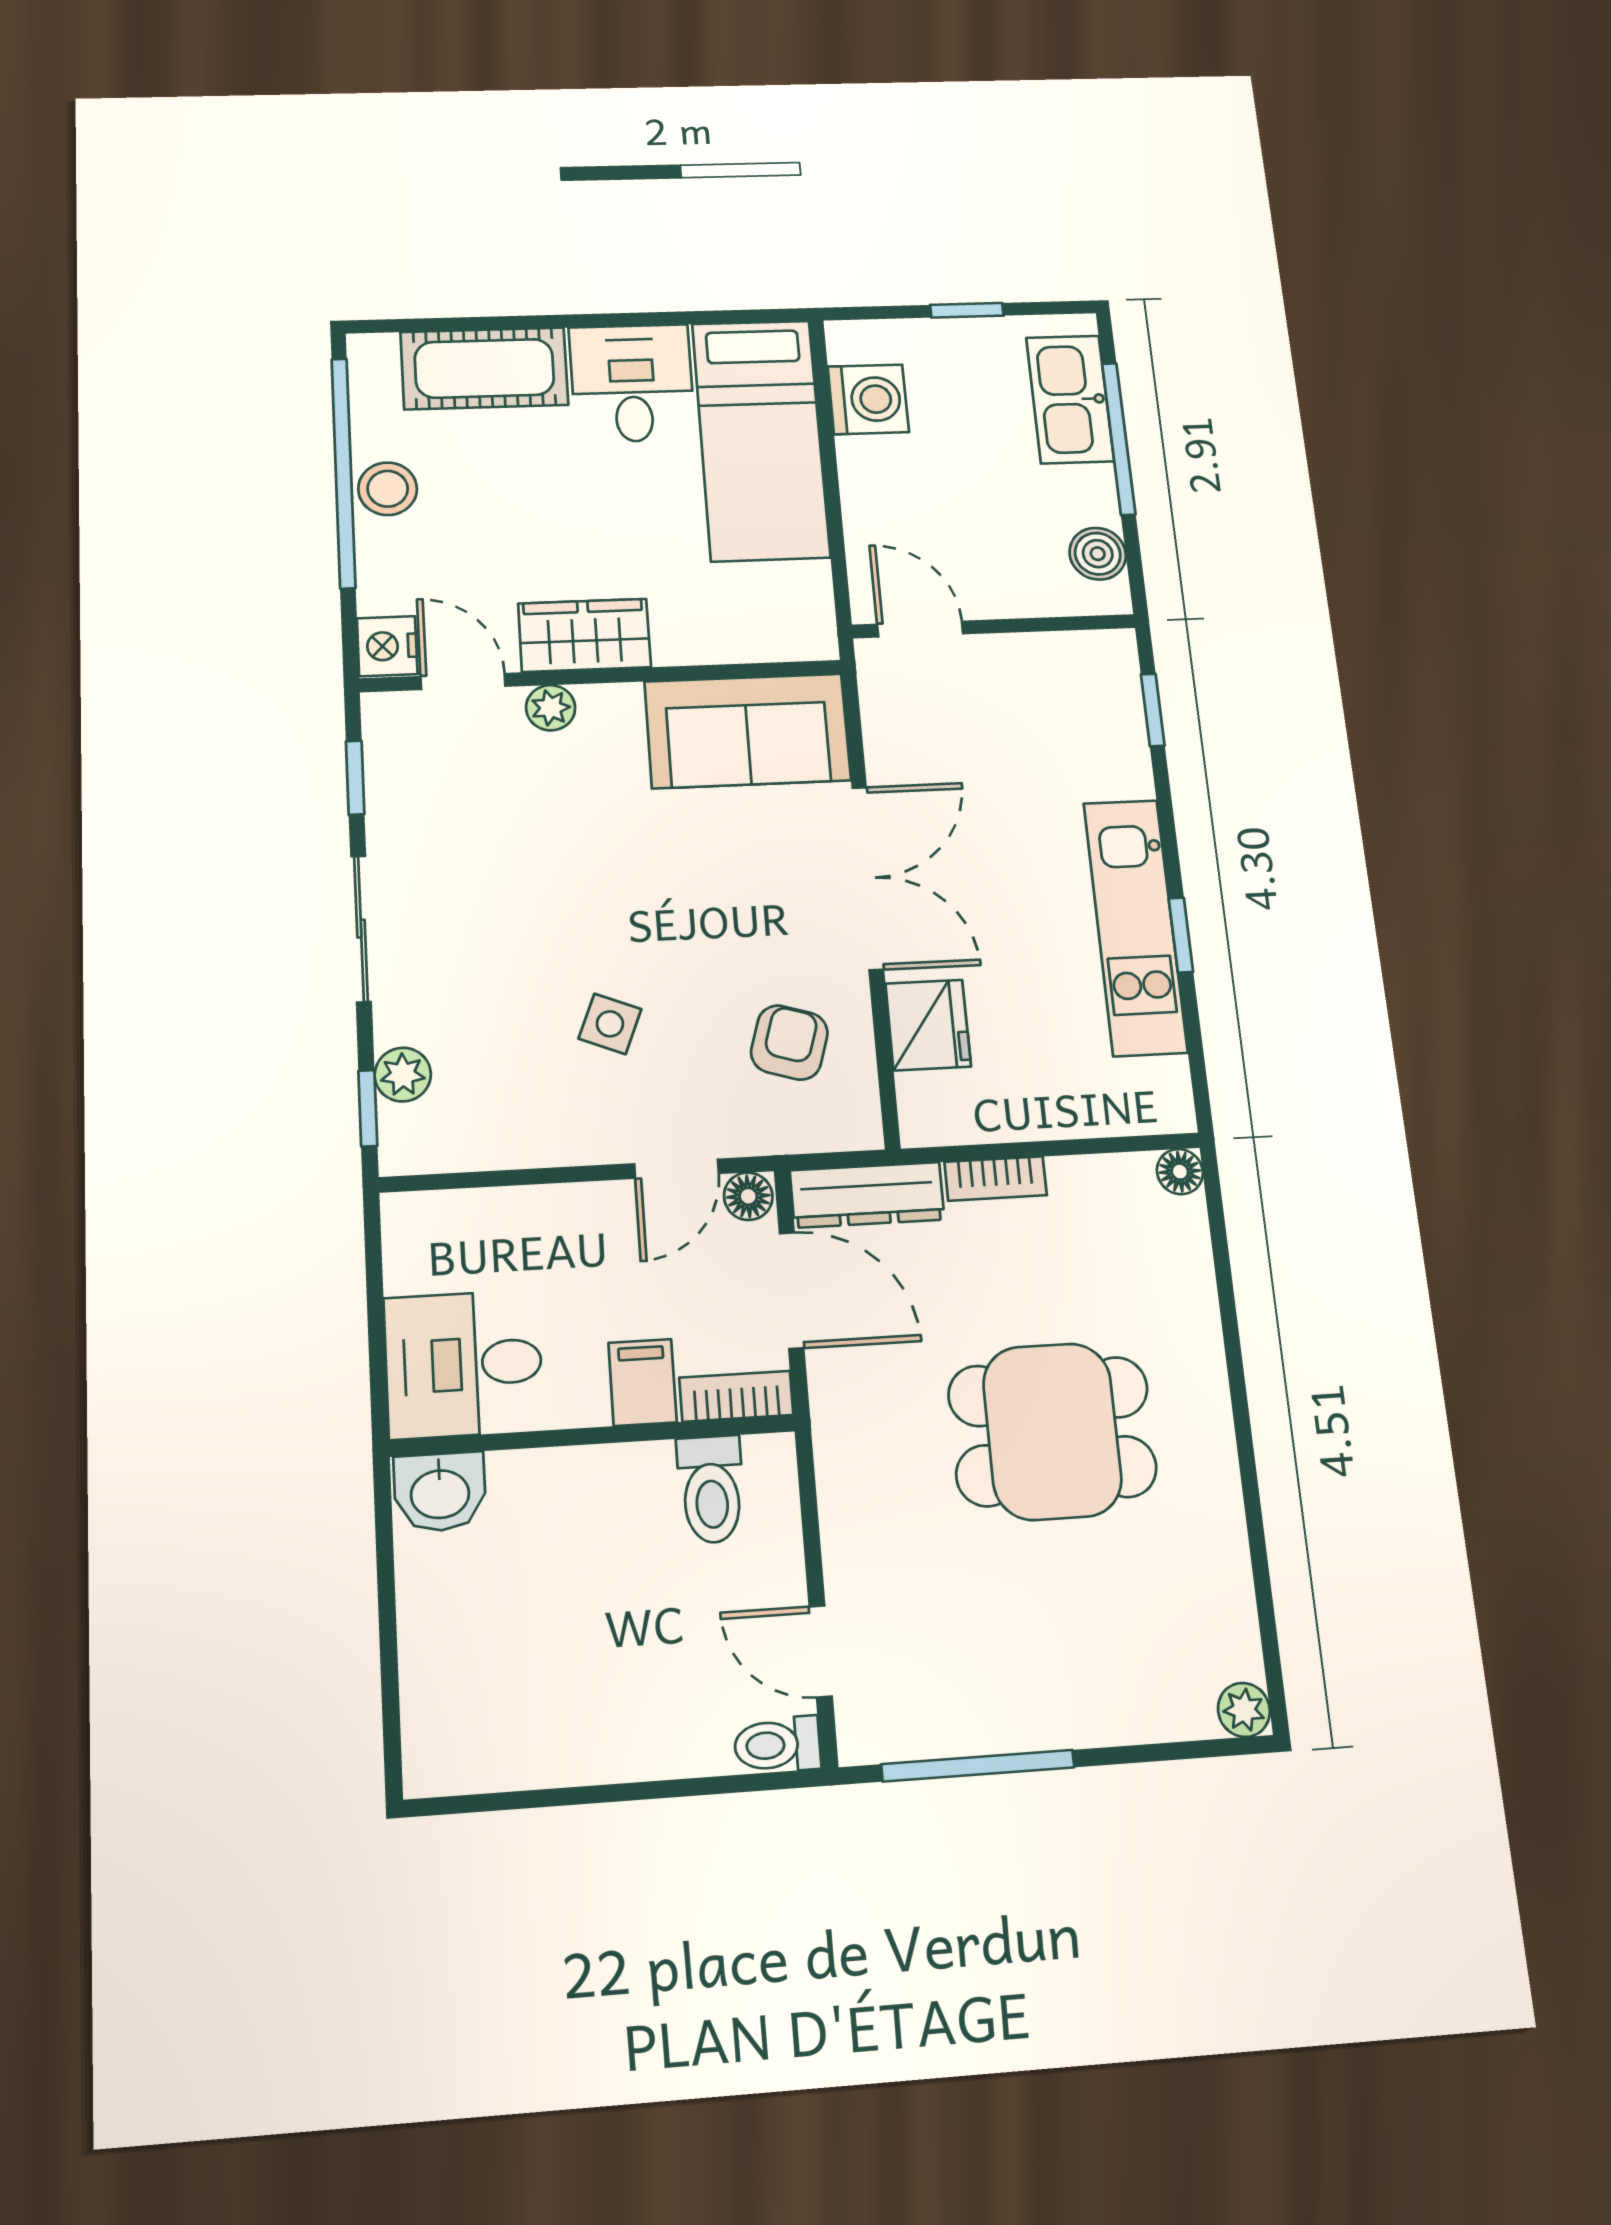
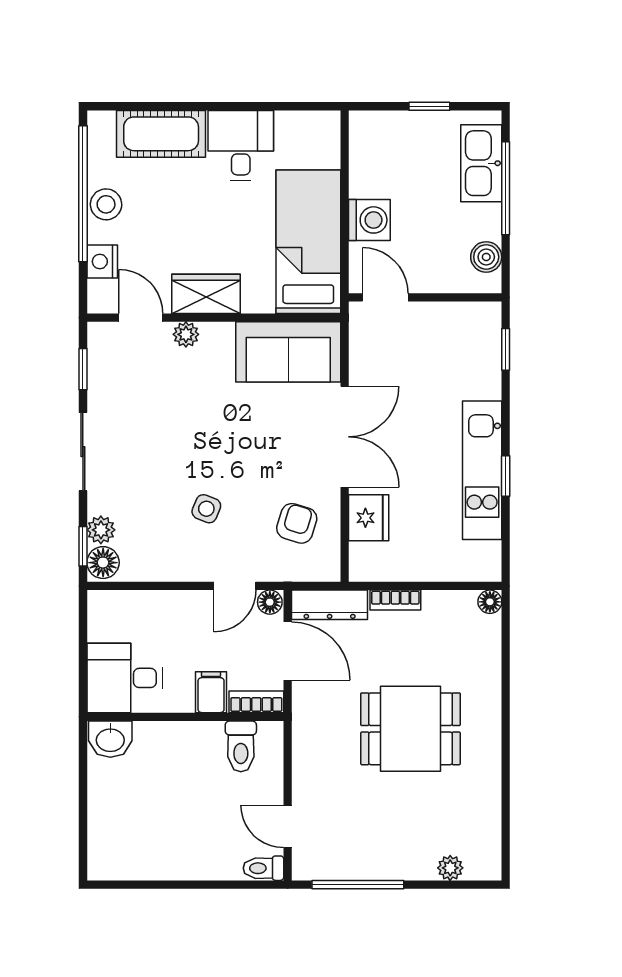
washing machine: (868, 399) -> (369, 220), moved
bed: (761, 440) -> (308, 242), moved, turned 180
nightstand: (387, 646) -> (102, 261), moved
floor lamp: (409, 1137) -> (103, 563), added
plant: (1244, 1710) -> (450, 868), moved

